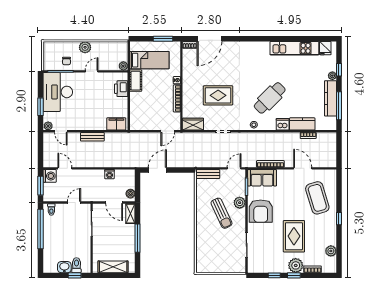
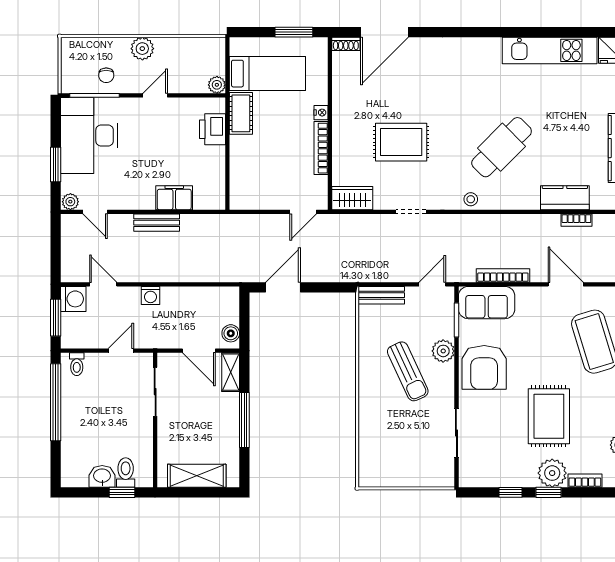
filing cabinet: (116, 124) -> (174, 198), moved
dishwasher: (283, 124) -> (527, 199), removed
washing machine: (109, 174) -> (150, 295), moved

